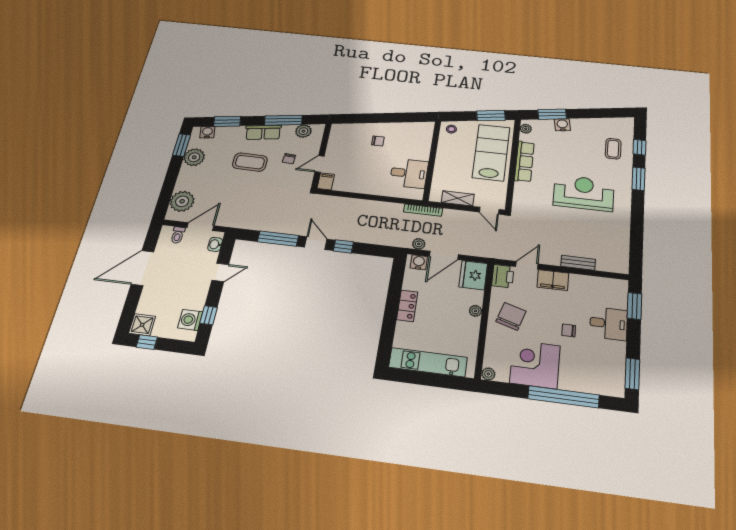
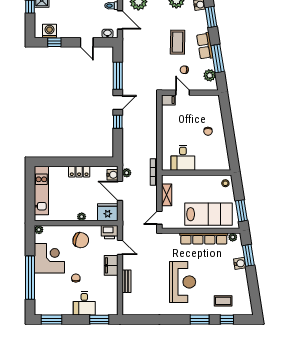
row of seats: (524, 161) -> (204, 239), width x1.36

